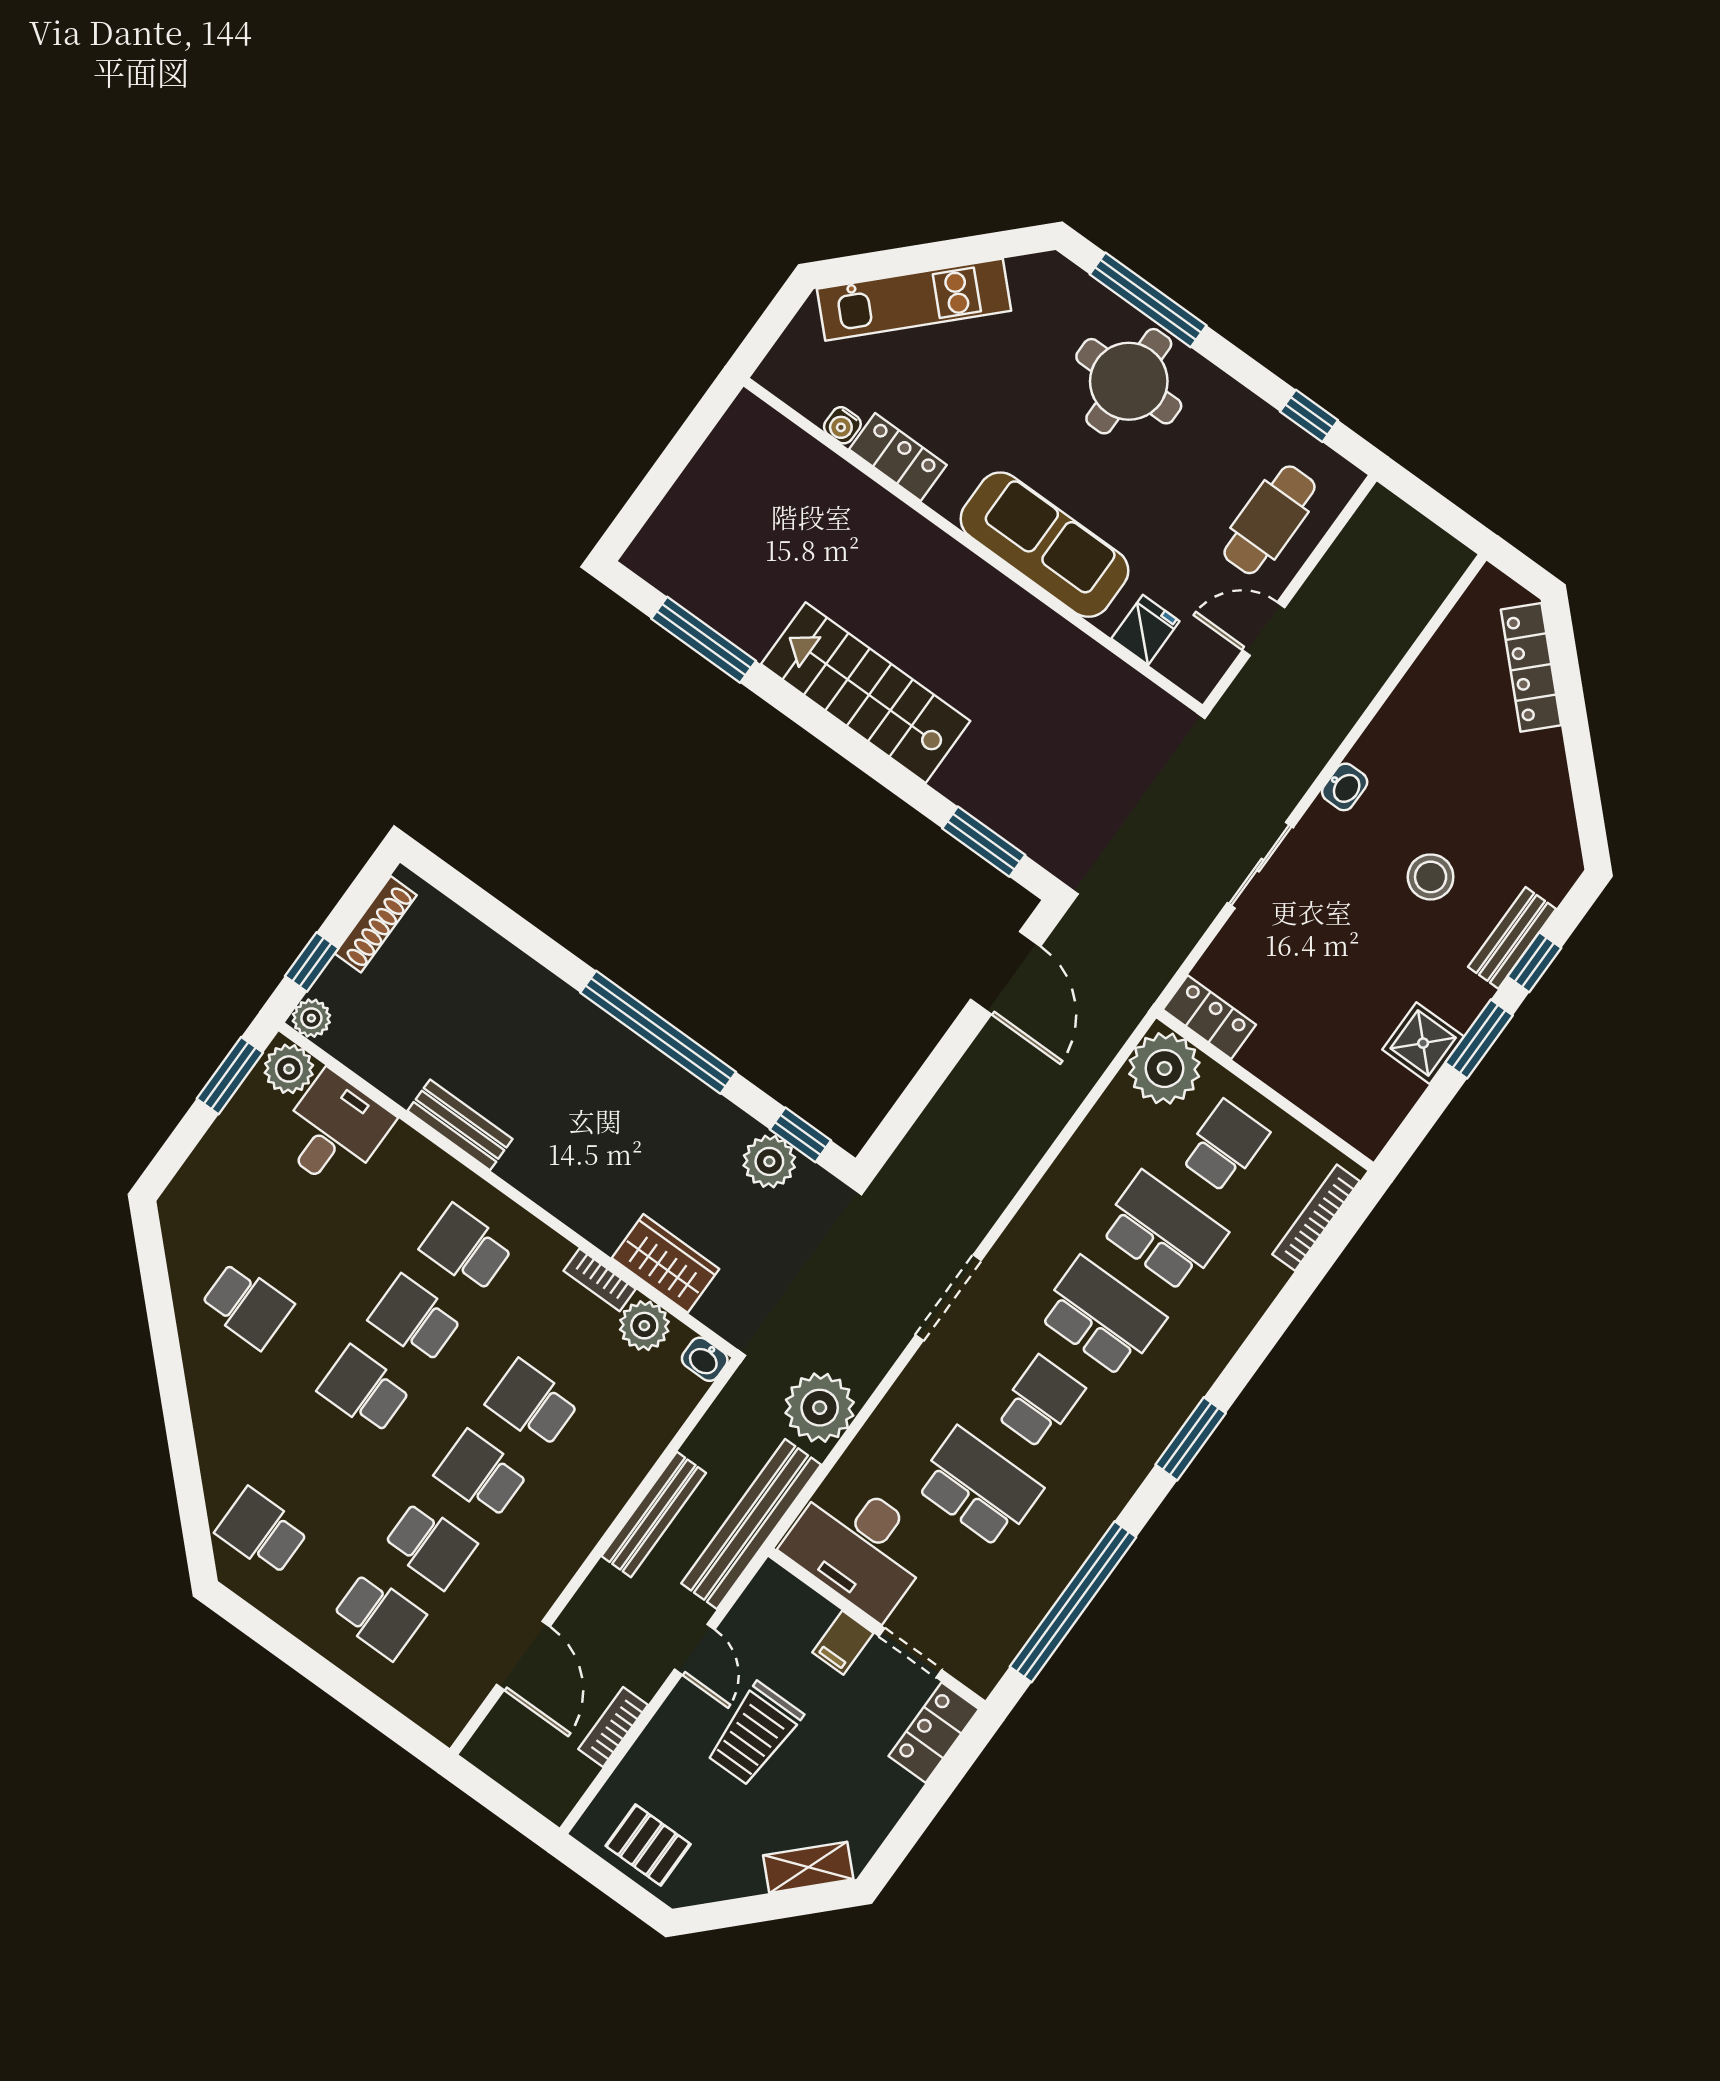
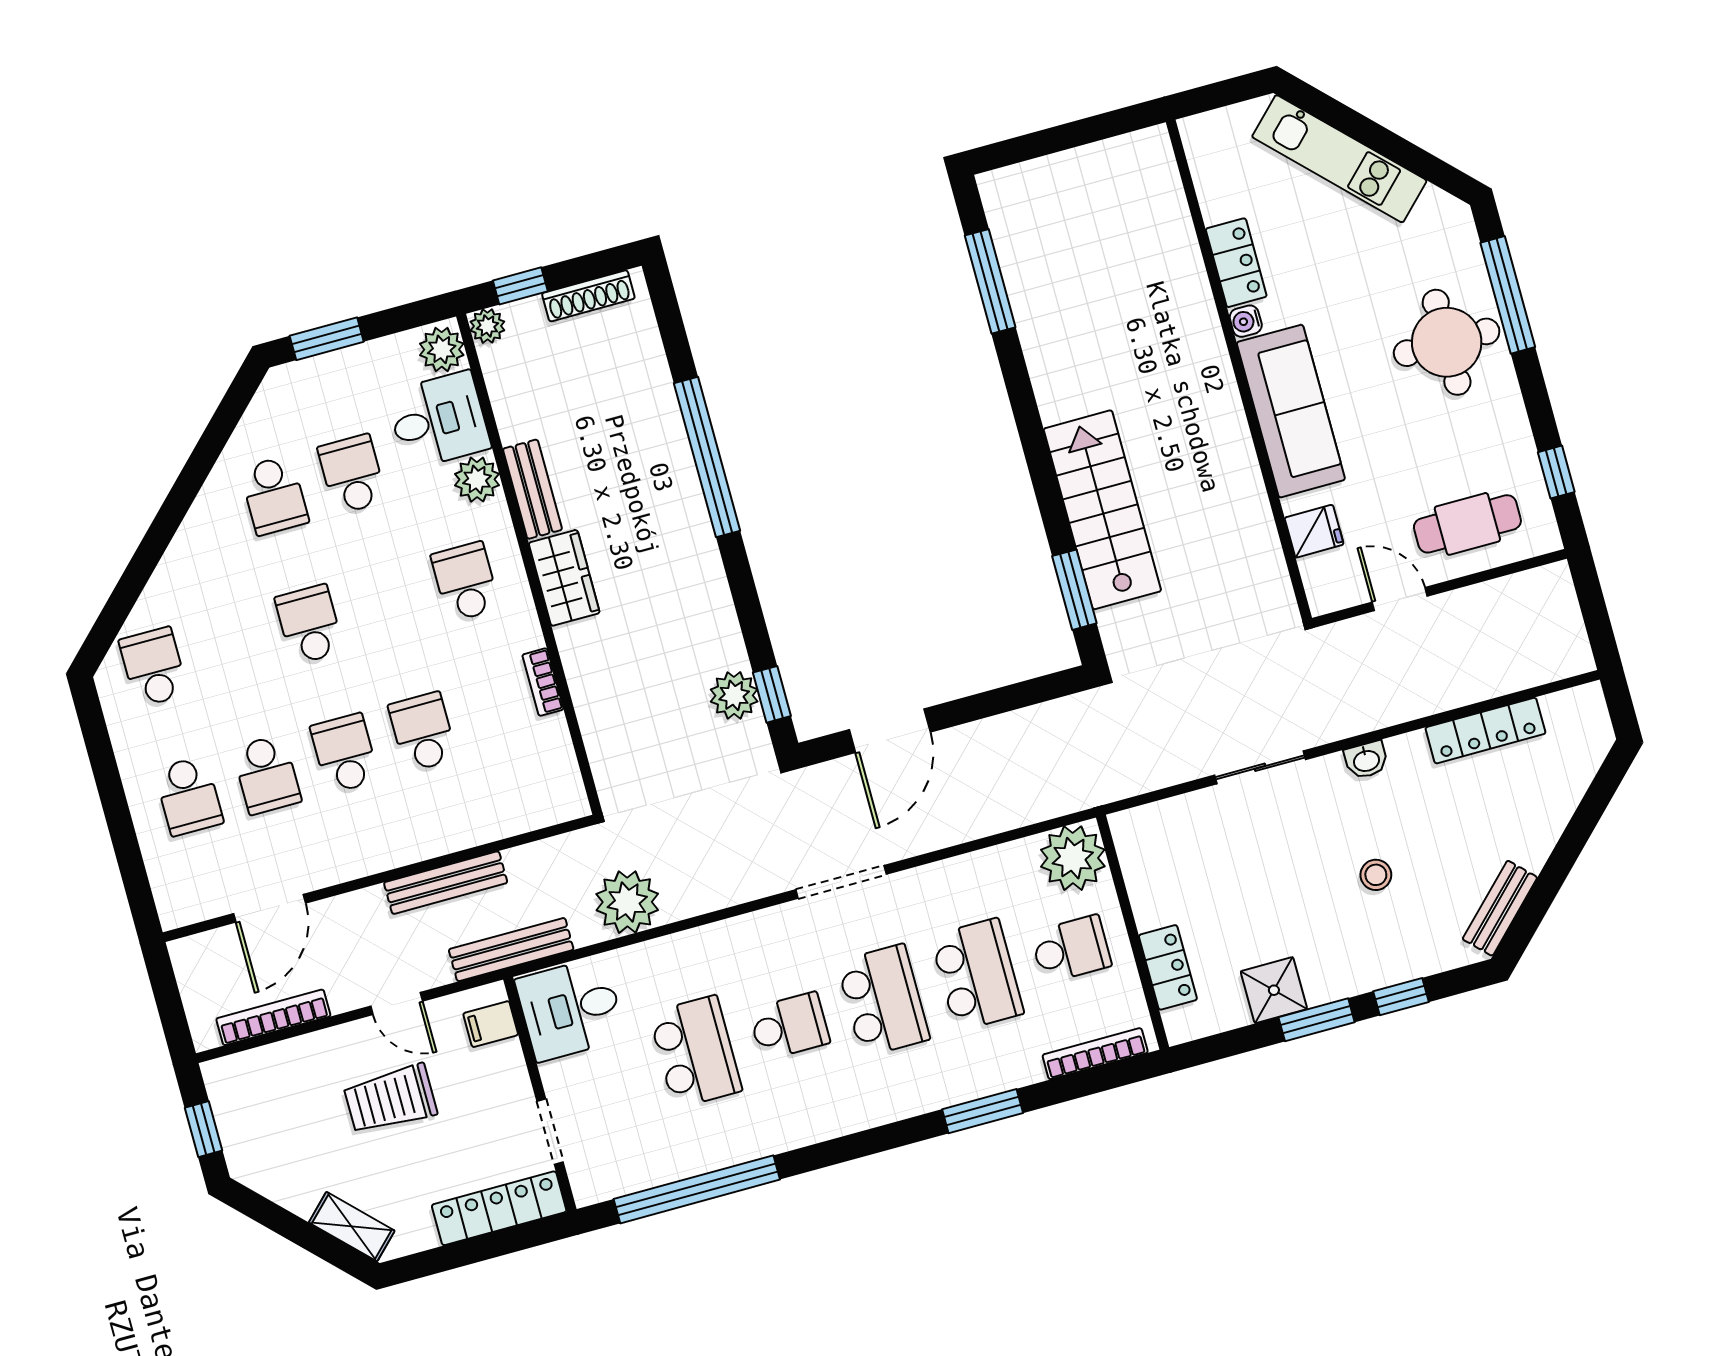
water cooler: (842, 425) -> (1246, 321), moved
locker: (1531, 667) -> (1485, 731), moved, turned -135
stairs: (866, 693) -> (1102, 510), moved
stool: (1431, 877) -> (1376, 875), width x0.73, depth x0.73
bench: (1512, 938) -> (1500, 908), moved, turned -45
door: (1006, 973) -> (890, 731), moved
locker: (1209, 1017) -> (1168, 967), moved
window: (658, 1032) -> (707, 457), moved
window: (230, 1076) -> (327, 339), moved
wardrobe: (666, 1263) -> (564, 578), moved
doorway: (948, 1298) -> (841, 882), moved
school desk: (415, 1319) -> (352, 474), moved
plant: (644, 1326) -> (477, 480), moved
washbasin: (705, 1359) -> (573, 800), removed
window: (1191, 1439) -> (983, 1111), moved
bench: (751, 1524) -> (511, 950), width x0.73, depth x0.82
desk: (859, 1546) -> (571, 1009), width x0.73
filing cabinet: (843, 1643) -> (491, 1024), moved
door: (695, 1649) -> (397, 1004), hinge flipped
bookcase: (613, 1727) -> (273, 1017), width x1.56
locker: (934, 1733) -> (499, 1208), width x1.53
pallet: (648, 1845) -> (249, 1117), removed
window: (617, 1886) -> (203, 1129), added

